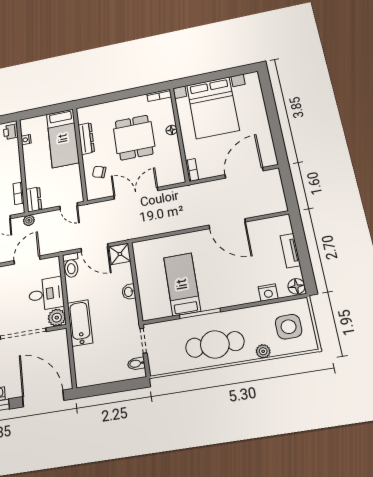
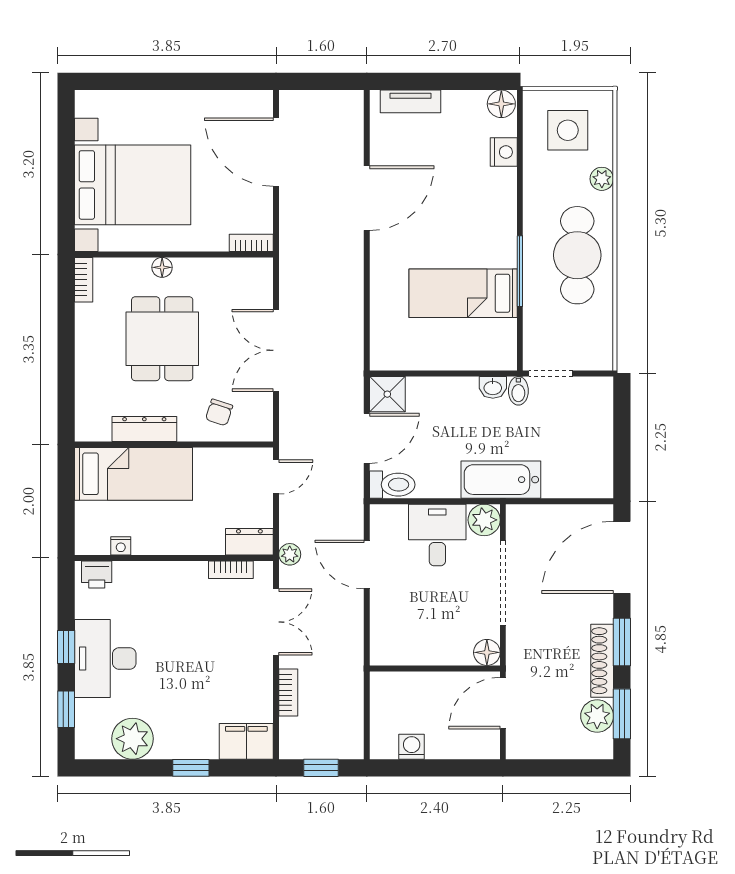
dining table: (134, 138) -> (162, 339), turned 90
tv unit: (290, 251) -> (410, 101), moved
washbasin: (129, 292) -> (493, 387), moved
bidet: (136, 364) -> (518, 391), moved

